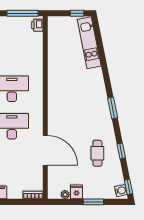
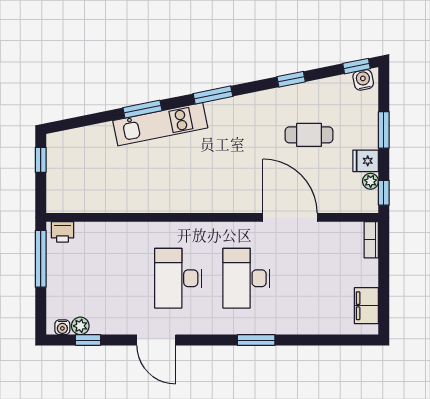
kitchen unit: (89, 43) -> (160, 124), moved
window: (105, 69) -> (142, 109), added
door: (45, 150) -> (290, 217), hinge flipped
cafe table: (97, 153) -> (309, 135), moved
window: (59, 202) -> (384, 193), added

